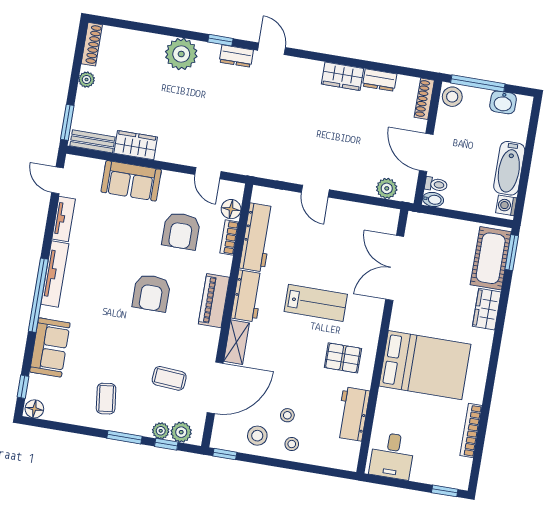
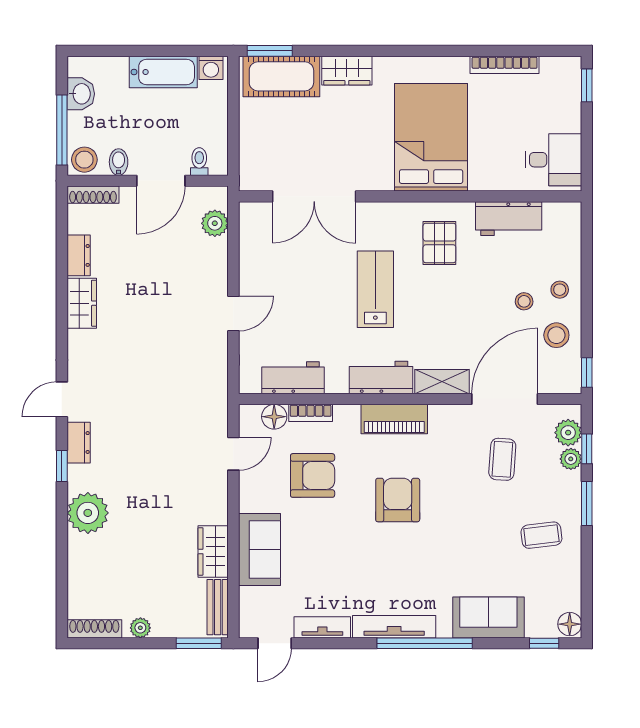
bidet: (433, 199) -> (119, 162), moved
workbench: (257, 237) -> (293, 378), width x0.73
armchair: (151, 293) -> (398, 500), turned -90
door: (215, 388) -> (505, 399), hinge flipped

